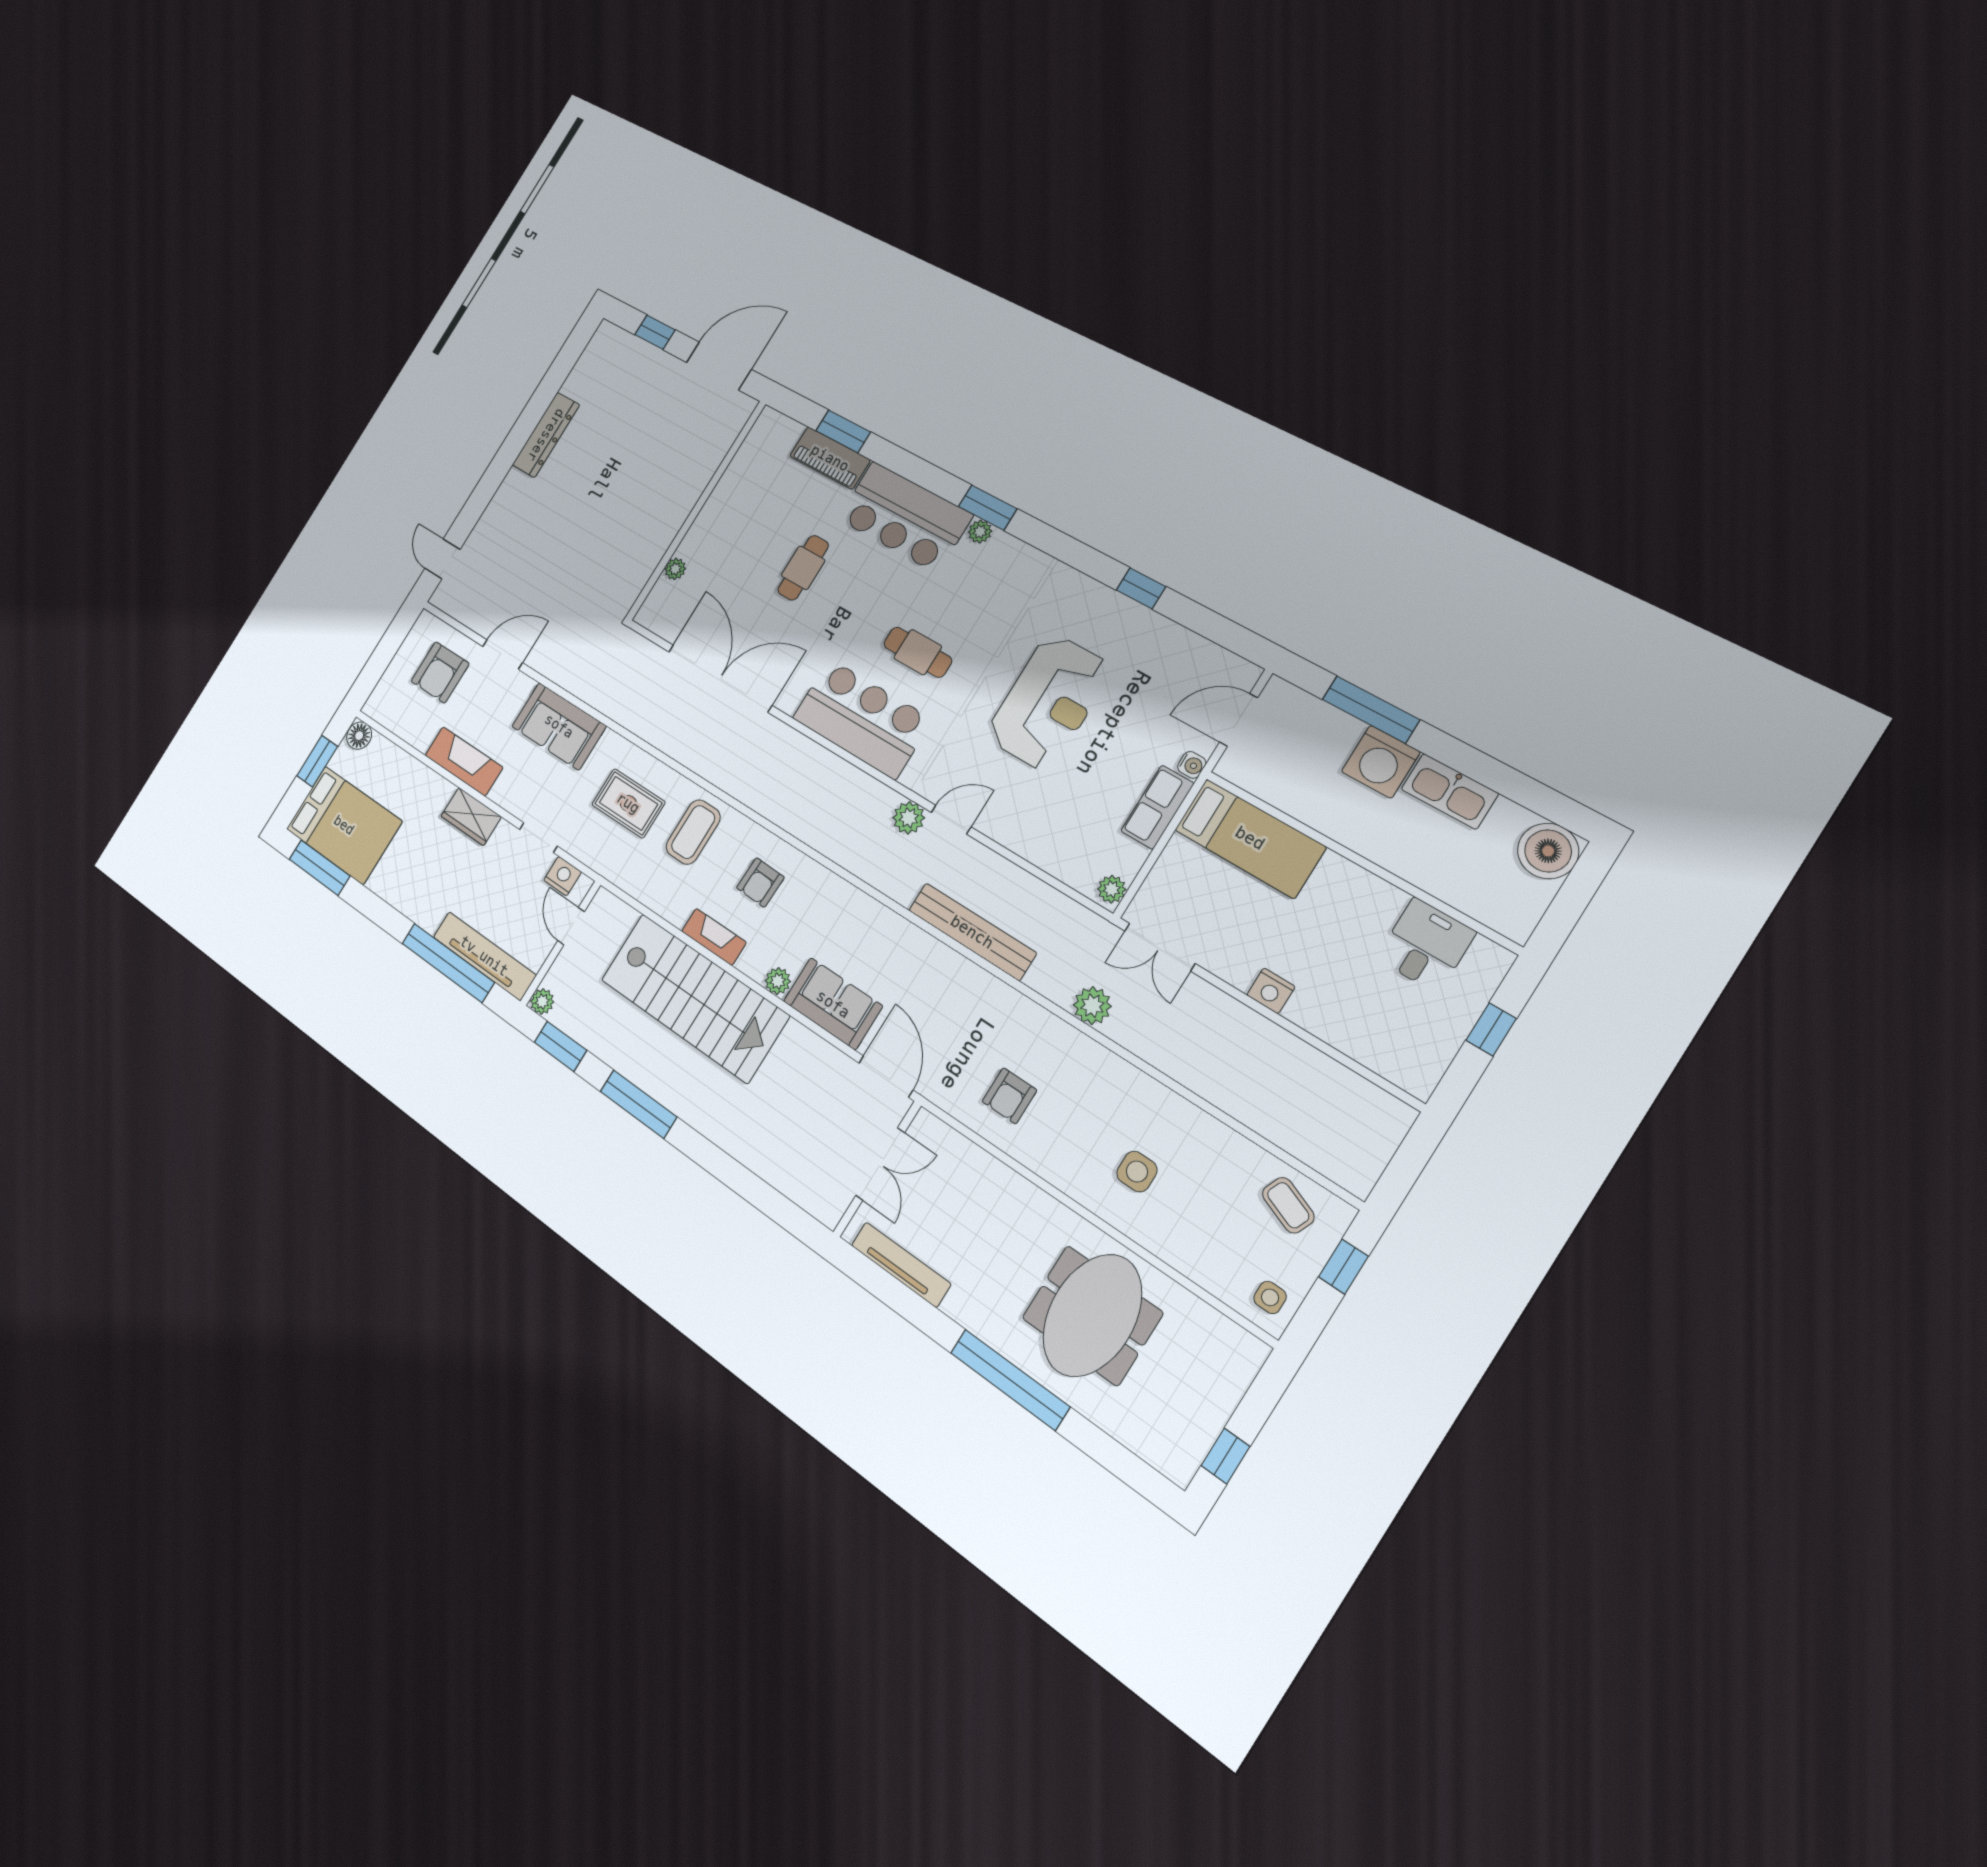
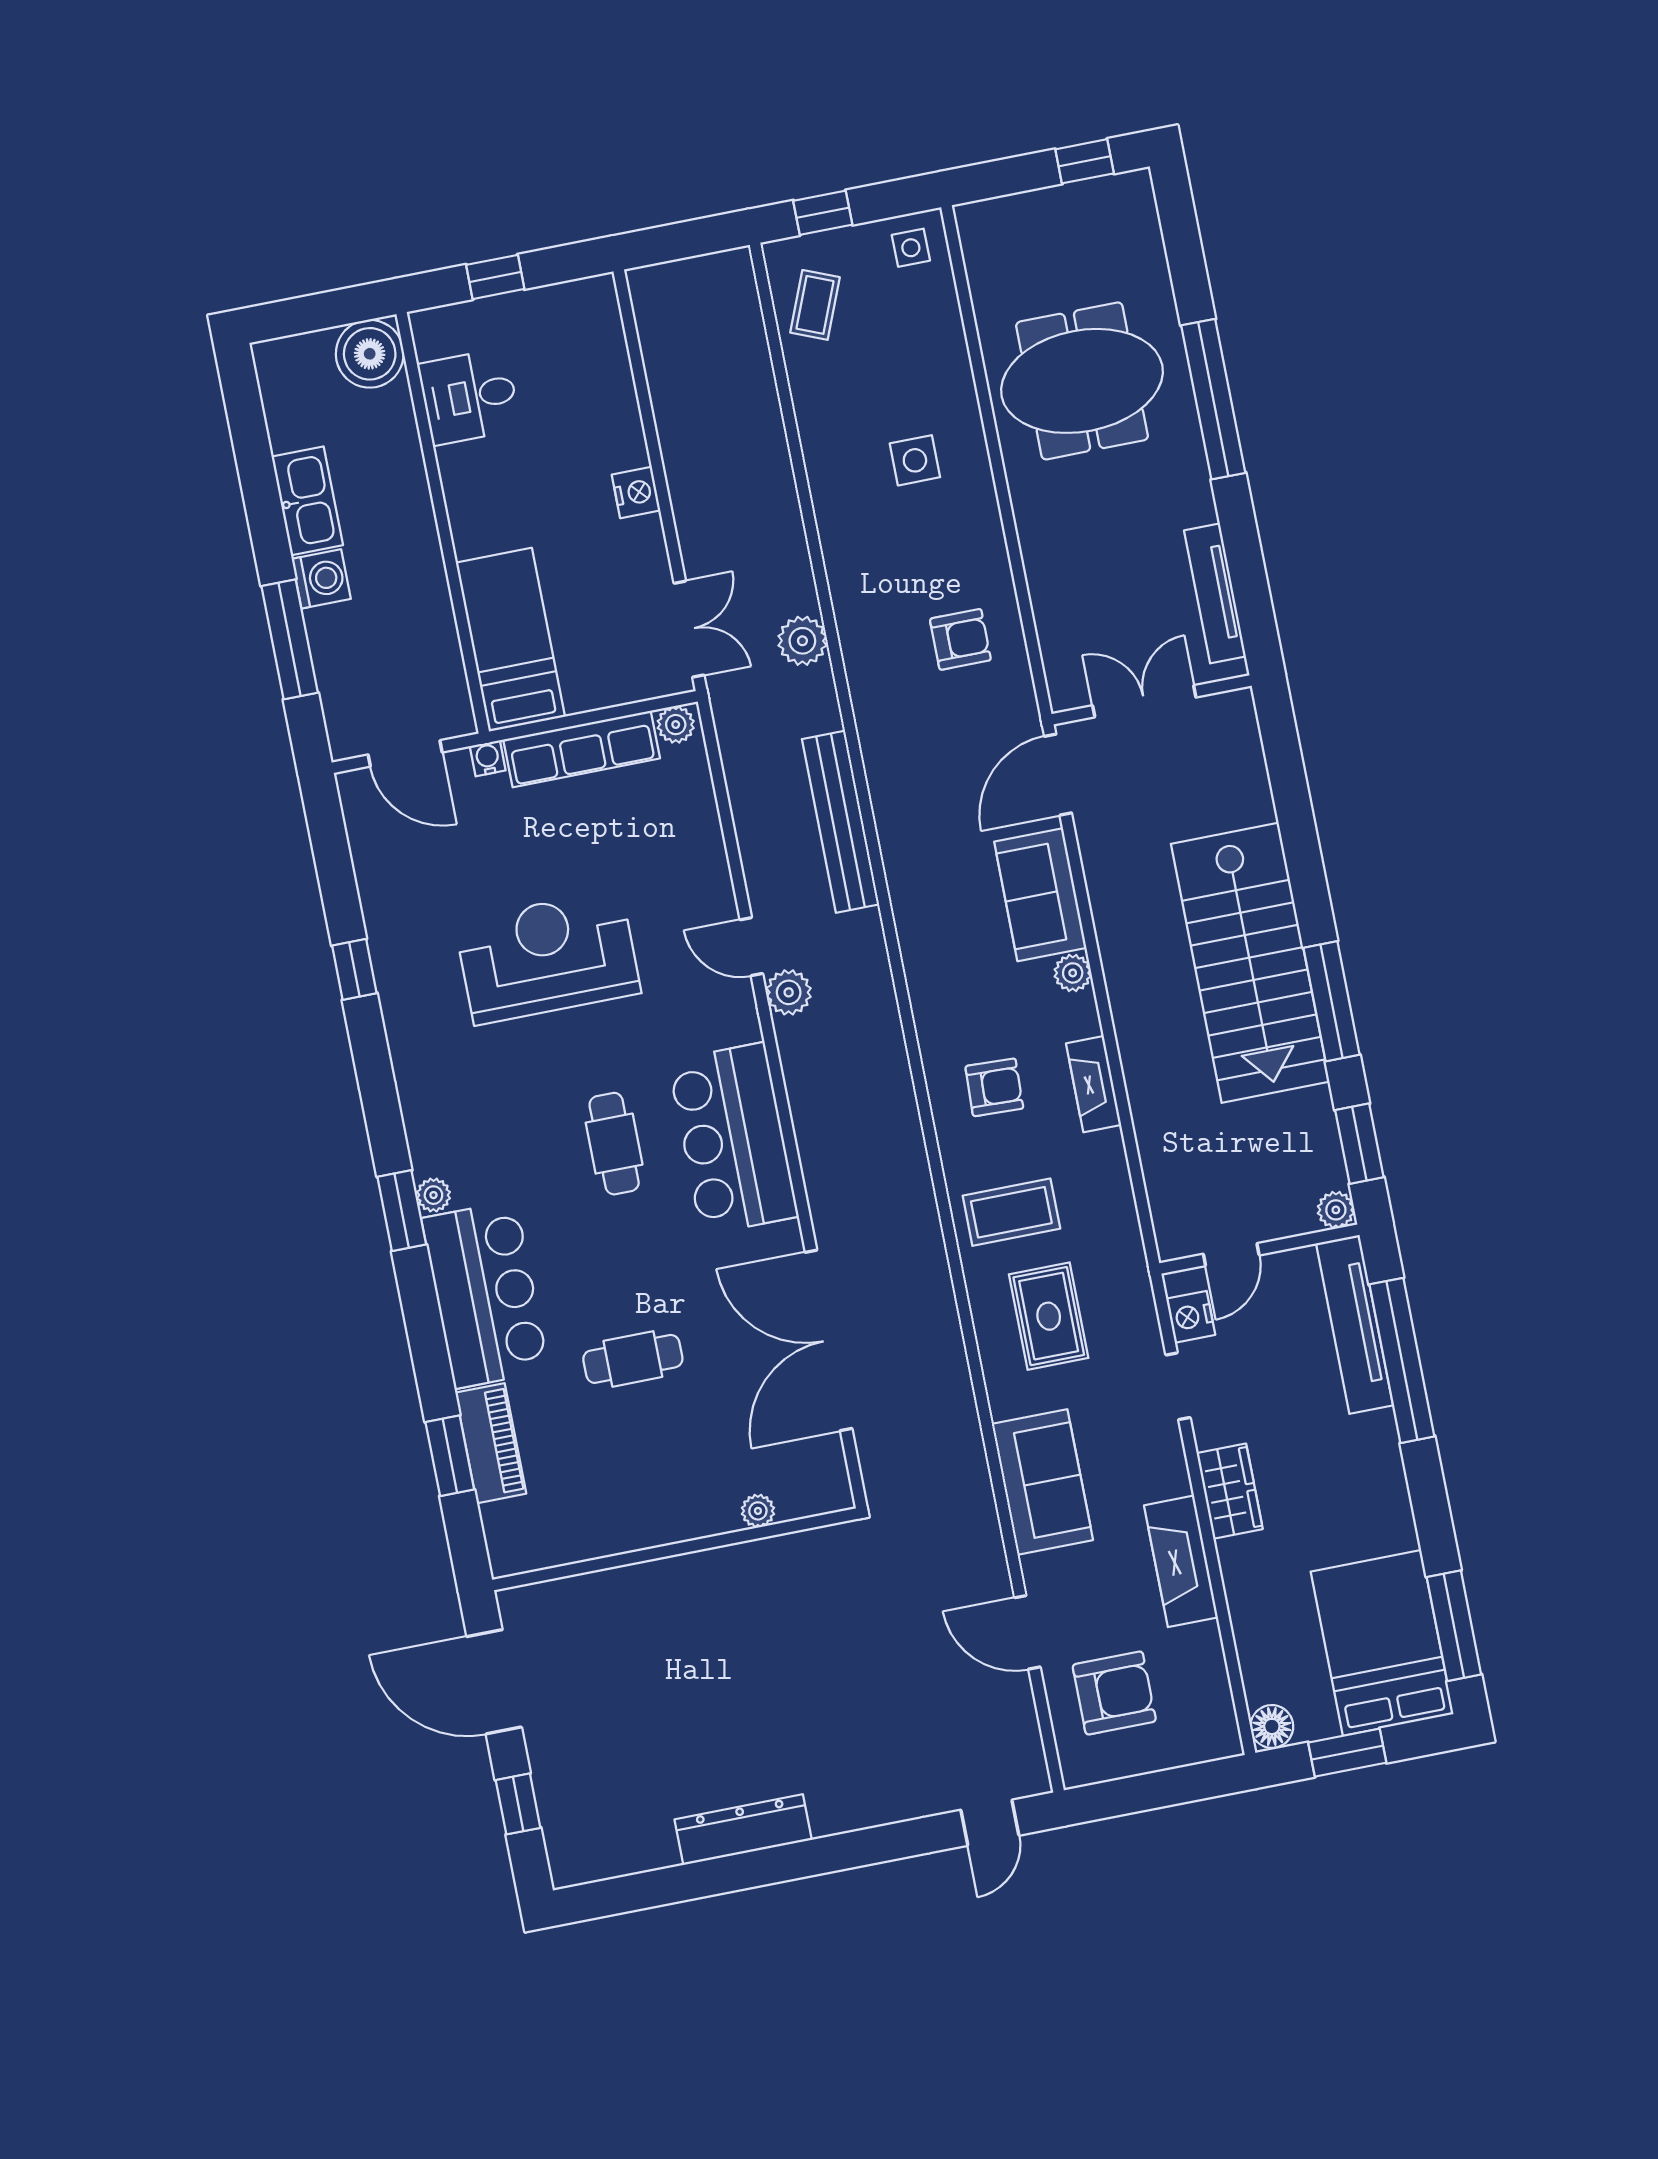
washing machine: (1381, 762) -> (321, 579), width x0.73, depth x0.73
row of seats: (1157, 807) -> (582, 749), width x1.48
boiler: (1548, 851) -> (370, 354), moved
stairs: (694, 998) -> (1250, 963), moved, turned 180

